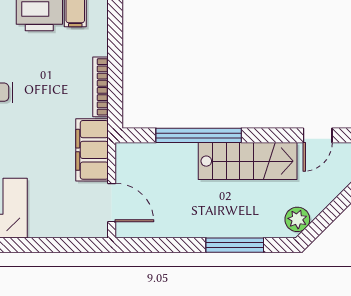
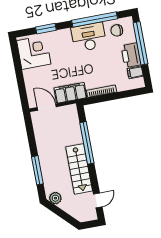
door: (318, 135) -> (98, 200), swing flipped
door: (112, 203) -> (47, 107), swing flipped

